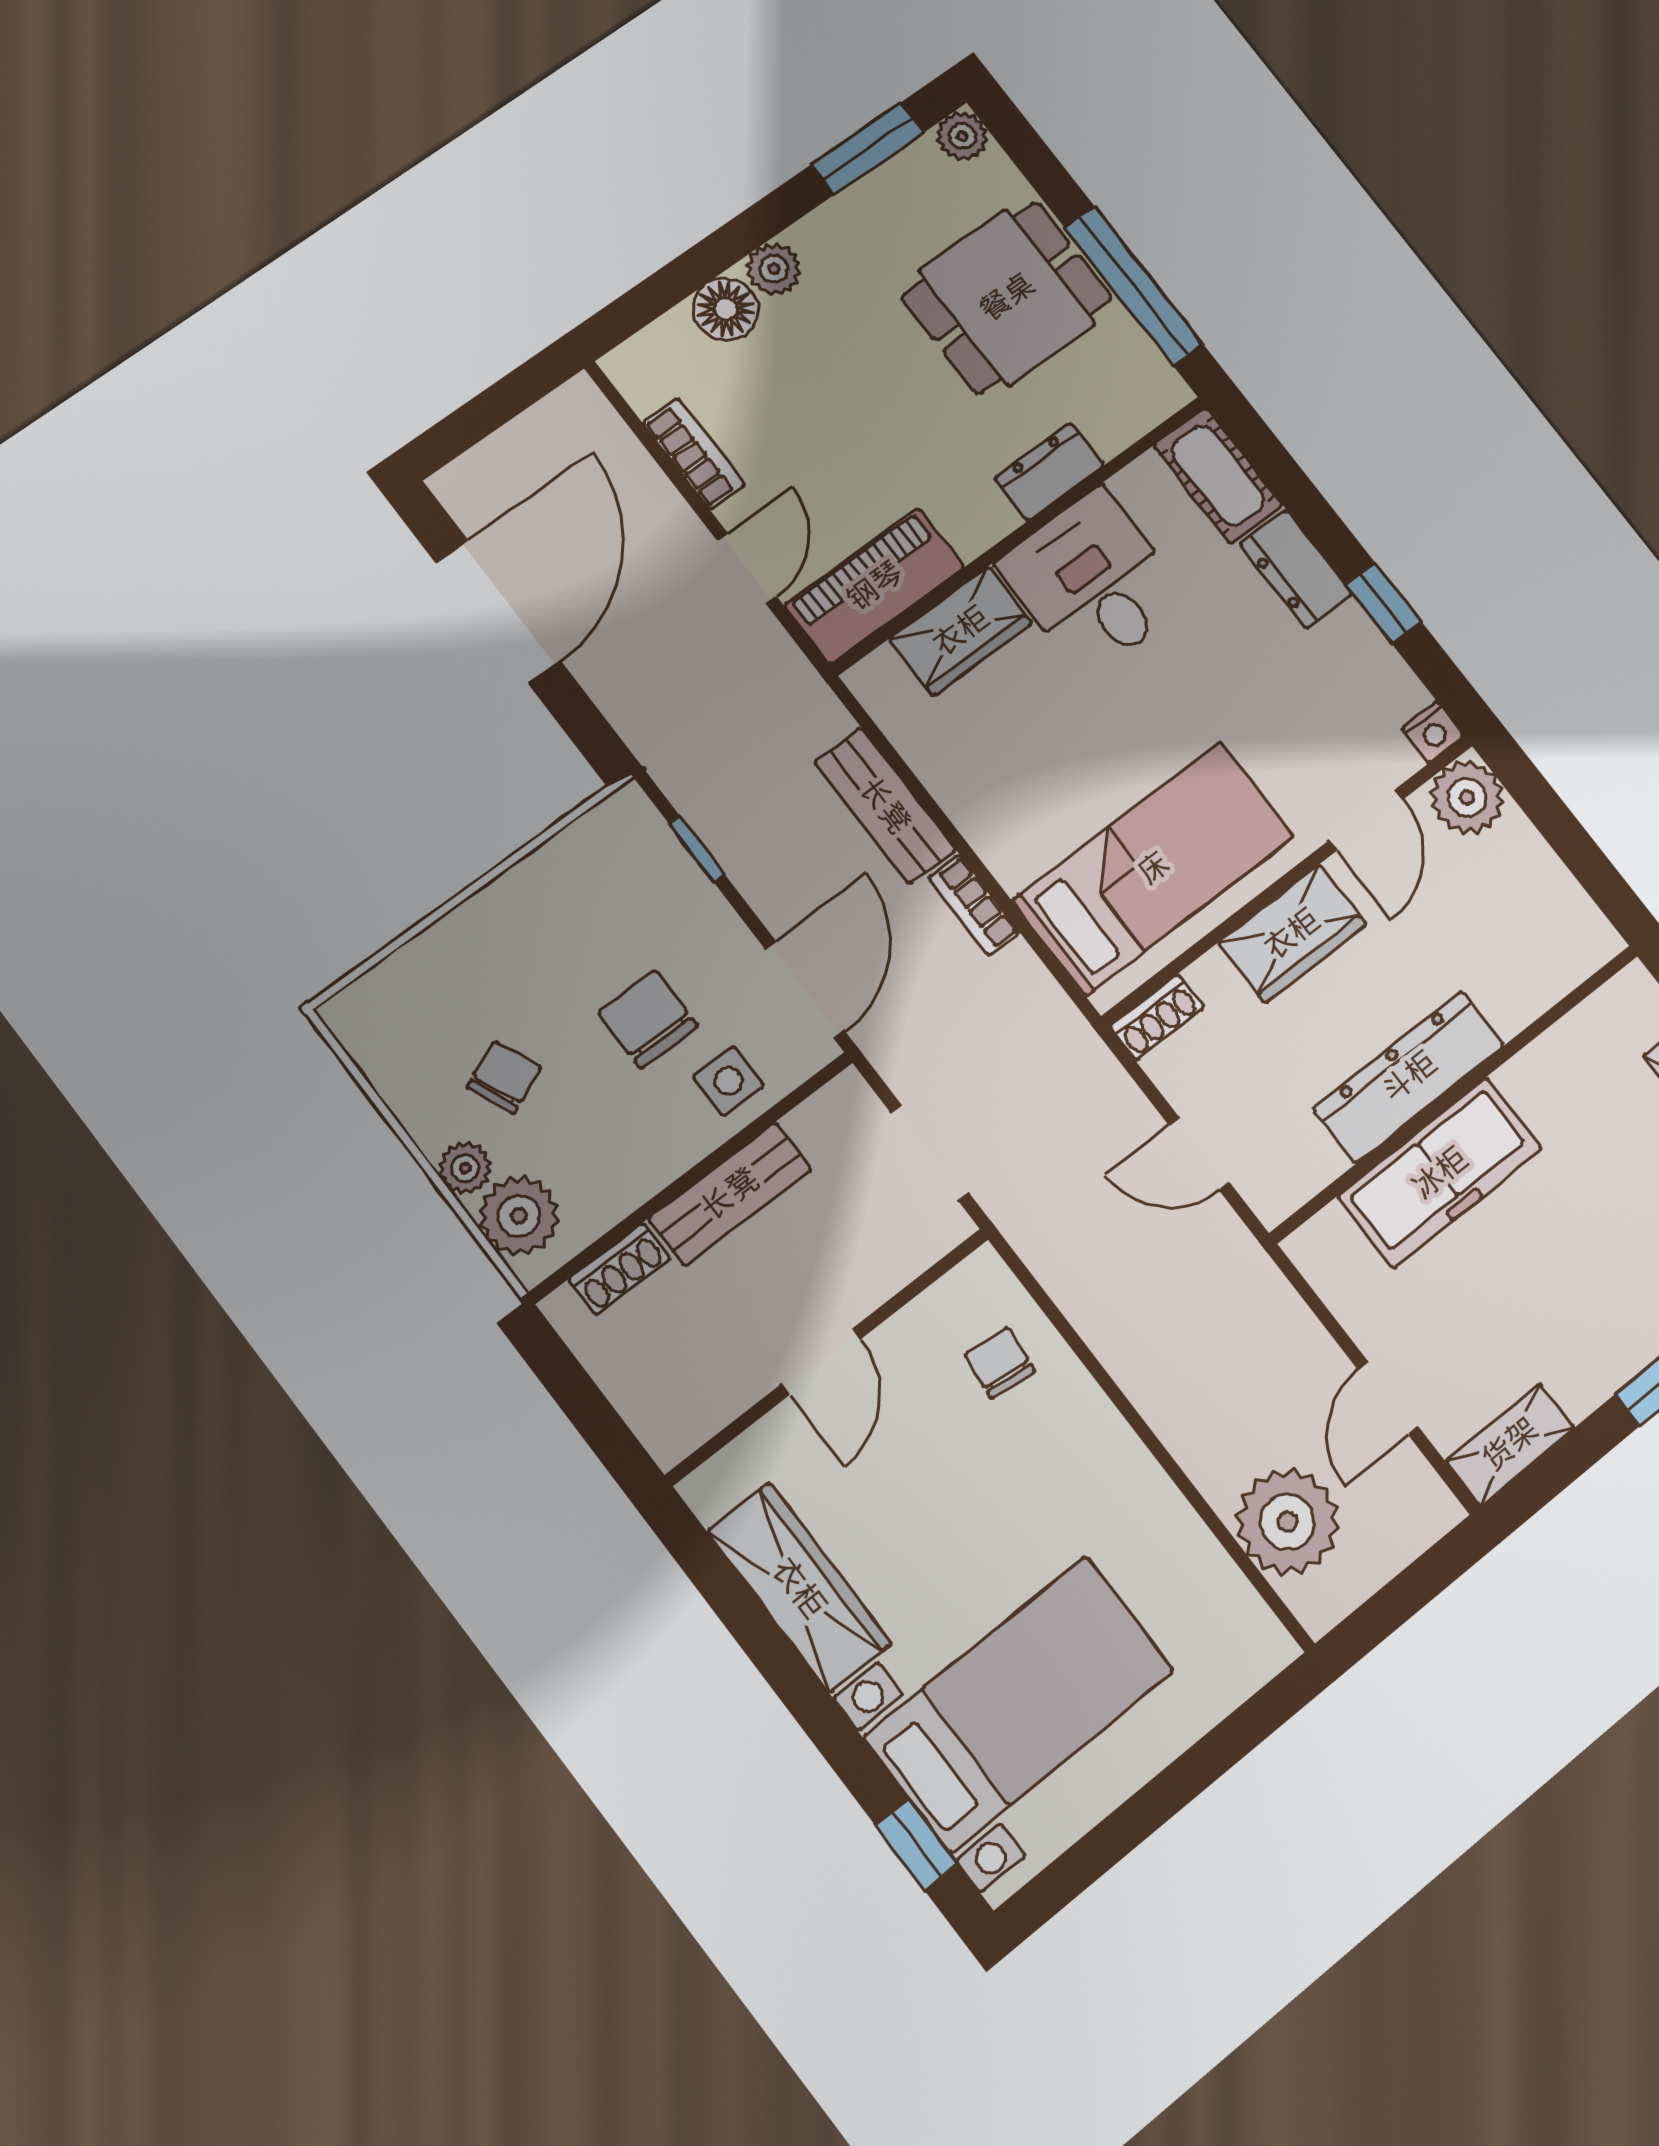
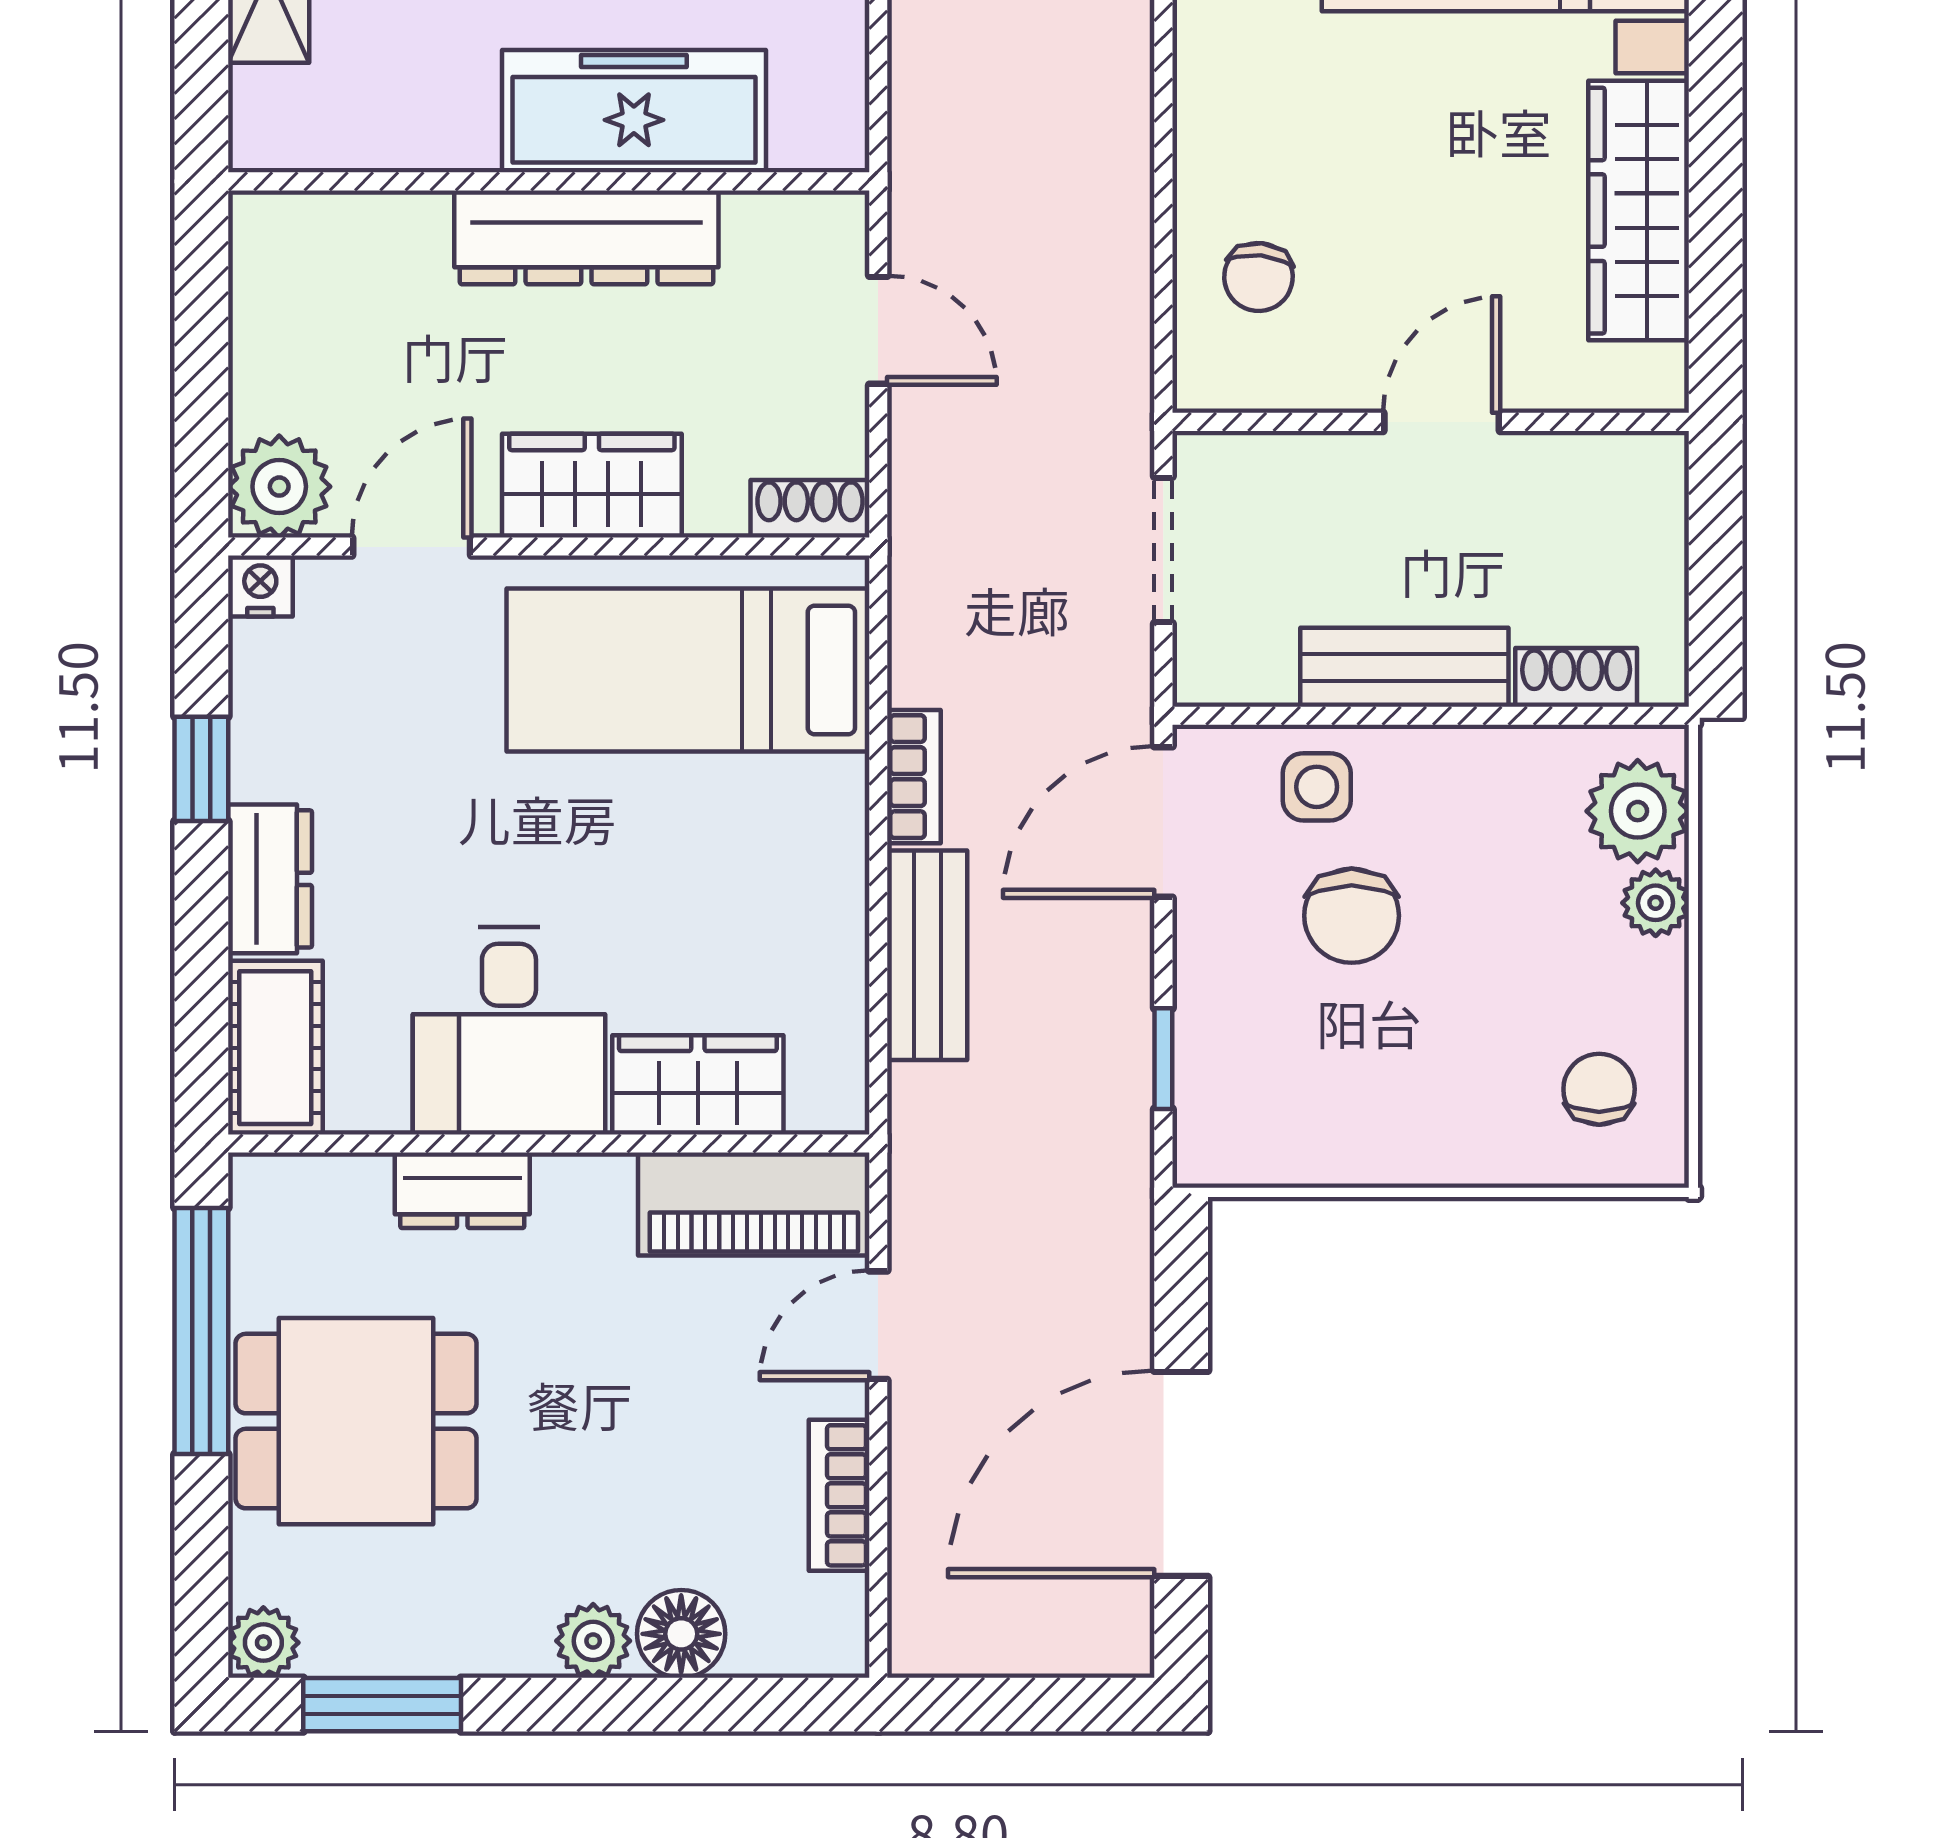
chair: (504, 1077) -> (1599, 1089), moved, turned 113

